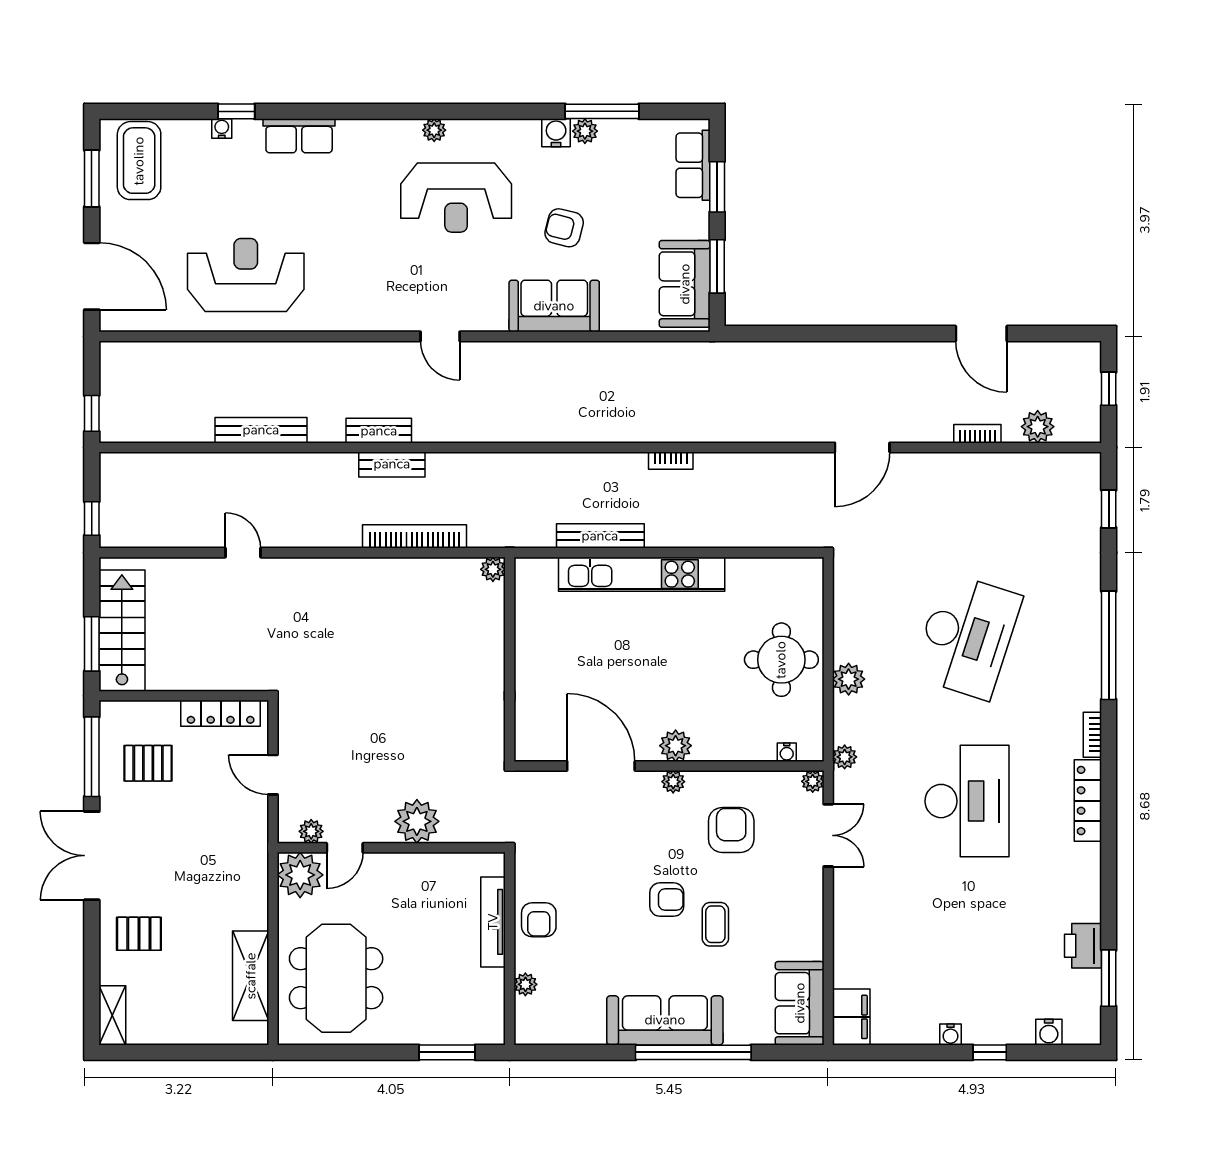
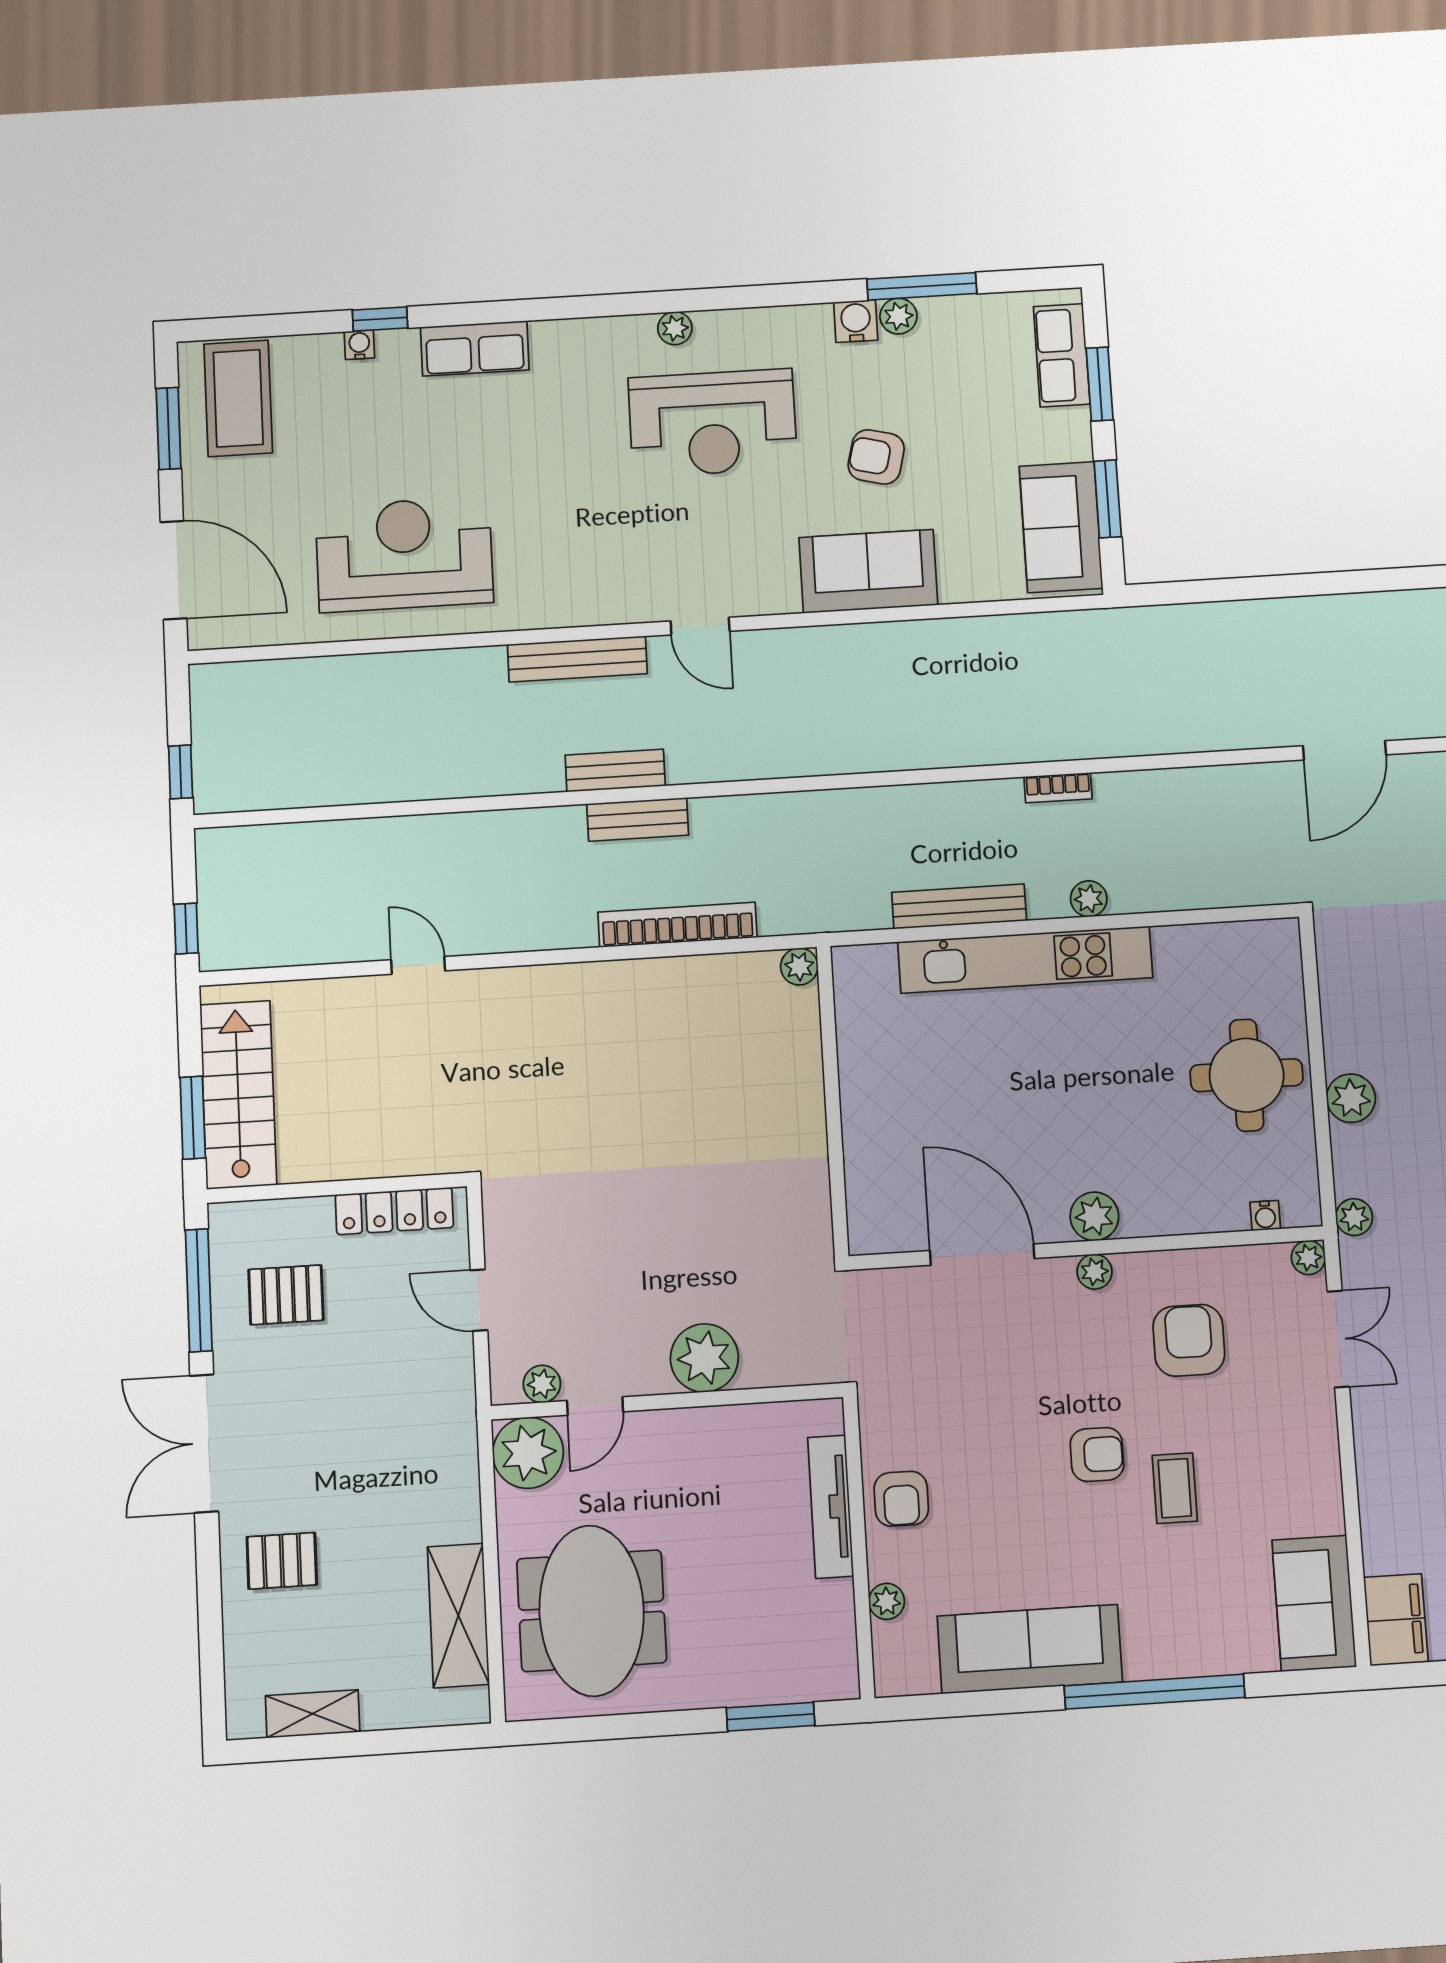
bench: (261, 430) -> (577, 659), moved
plant: (686, 536) -> (1089, 899), added
shelving: (112, 1015) -> (313, 1714), moved, turned 90
sofa: (665, 1020) -> (1030, 1649), moved

